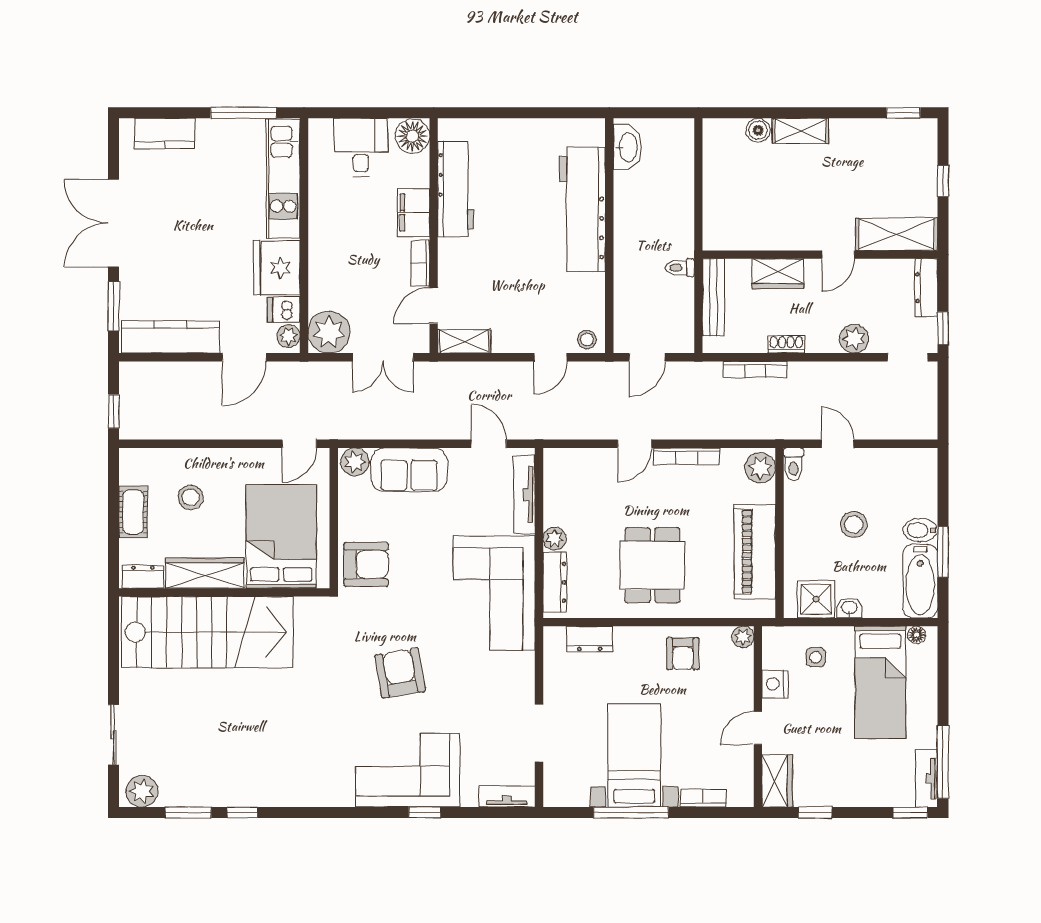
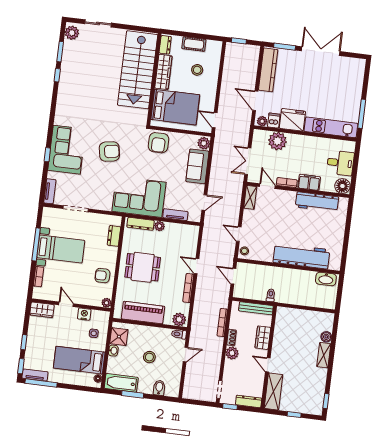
kitchen counter: (165, 133) -> (357, 78), removed
plant: (329, 332) -> (277, 141), moved
plant: (854, 339) -> (232, 353), moved
tv unit: (524, 495) -> (175, 215), width x0.71
bidet: (920, 530) -> (159, 388), moved
window: (815, 813) -> (24, 342), moved

